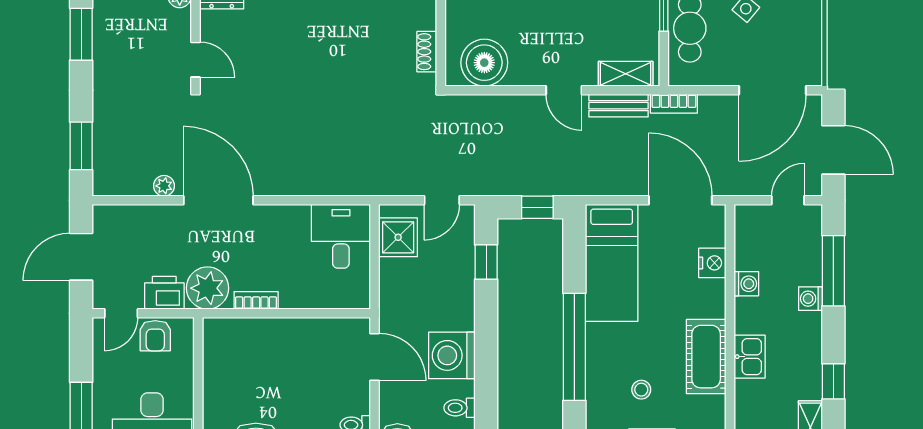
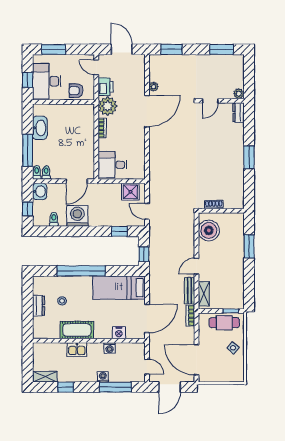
desk: (341, 236) -> (112, 165), moved, turned 180
armchair: (155, 336) -> (76, 91), moved

